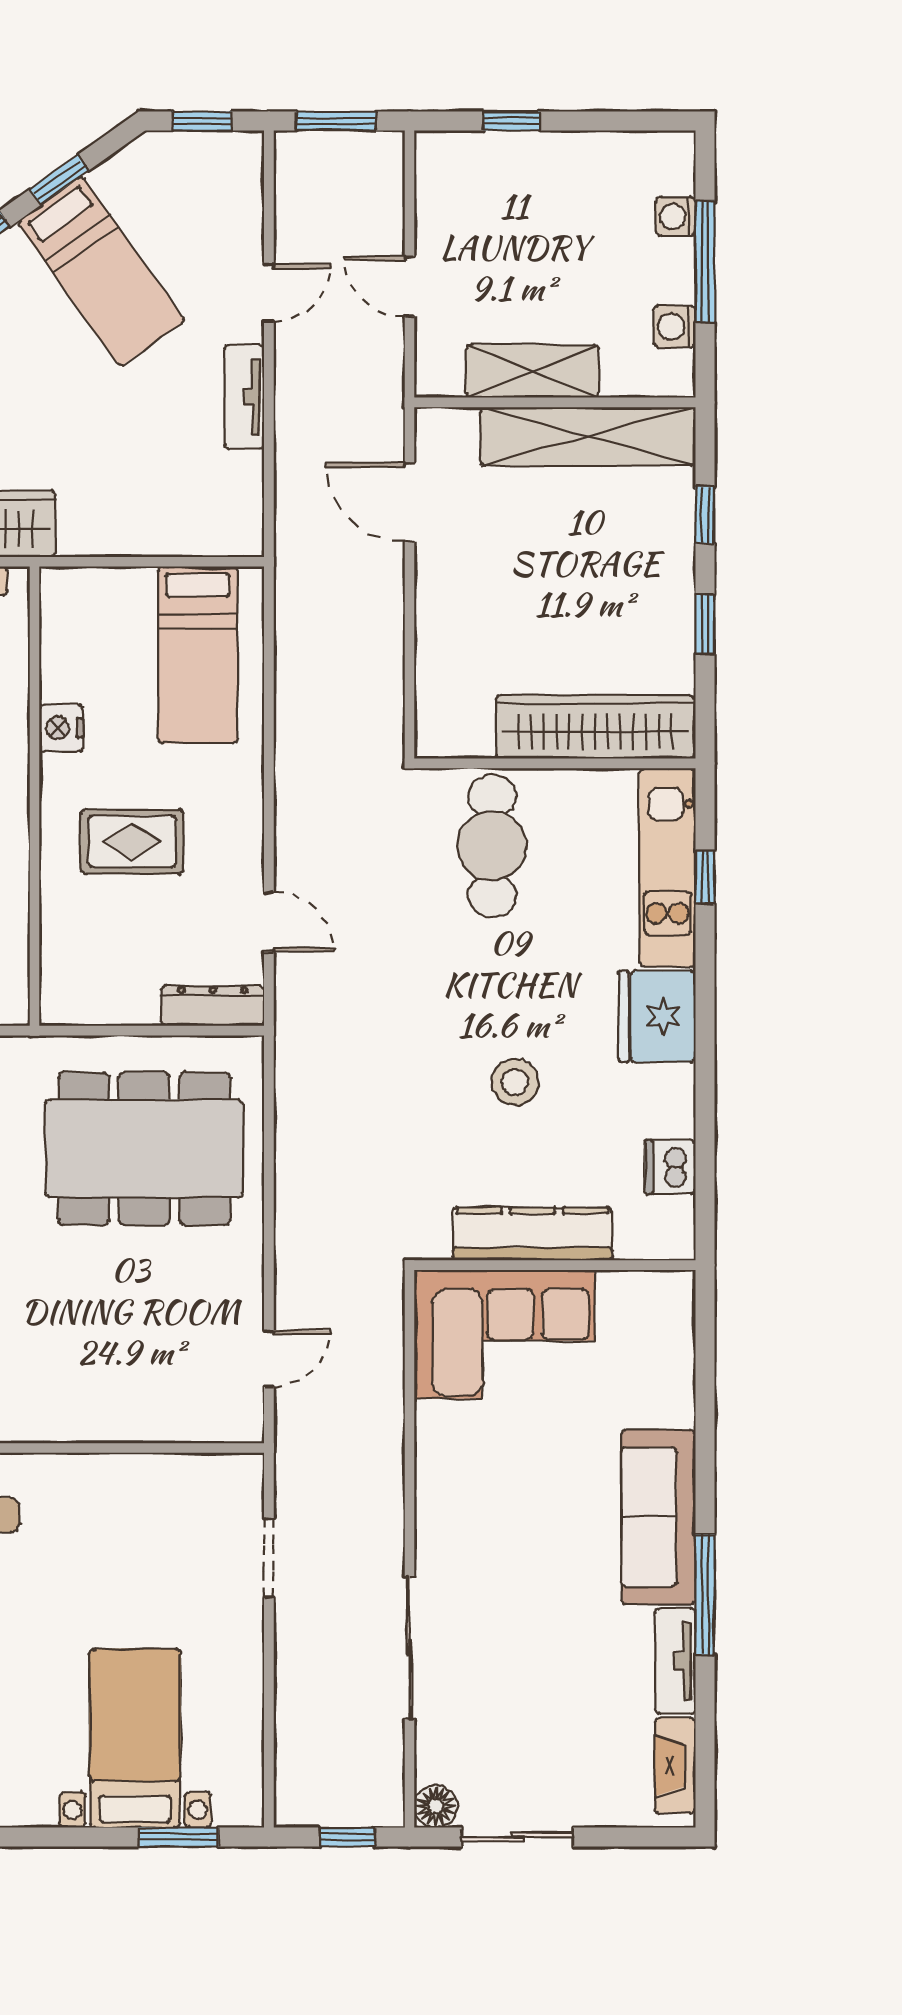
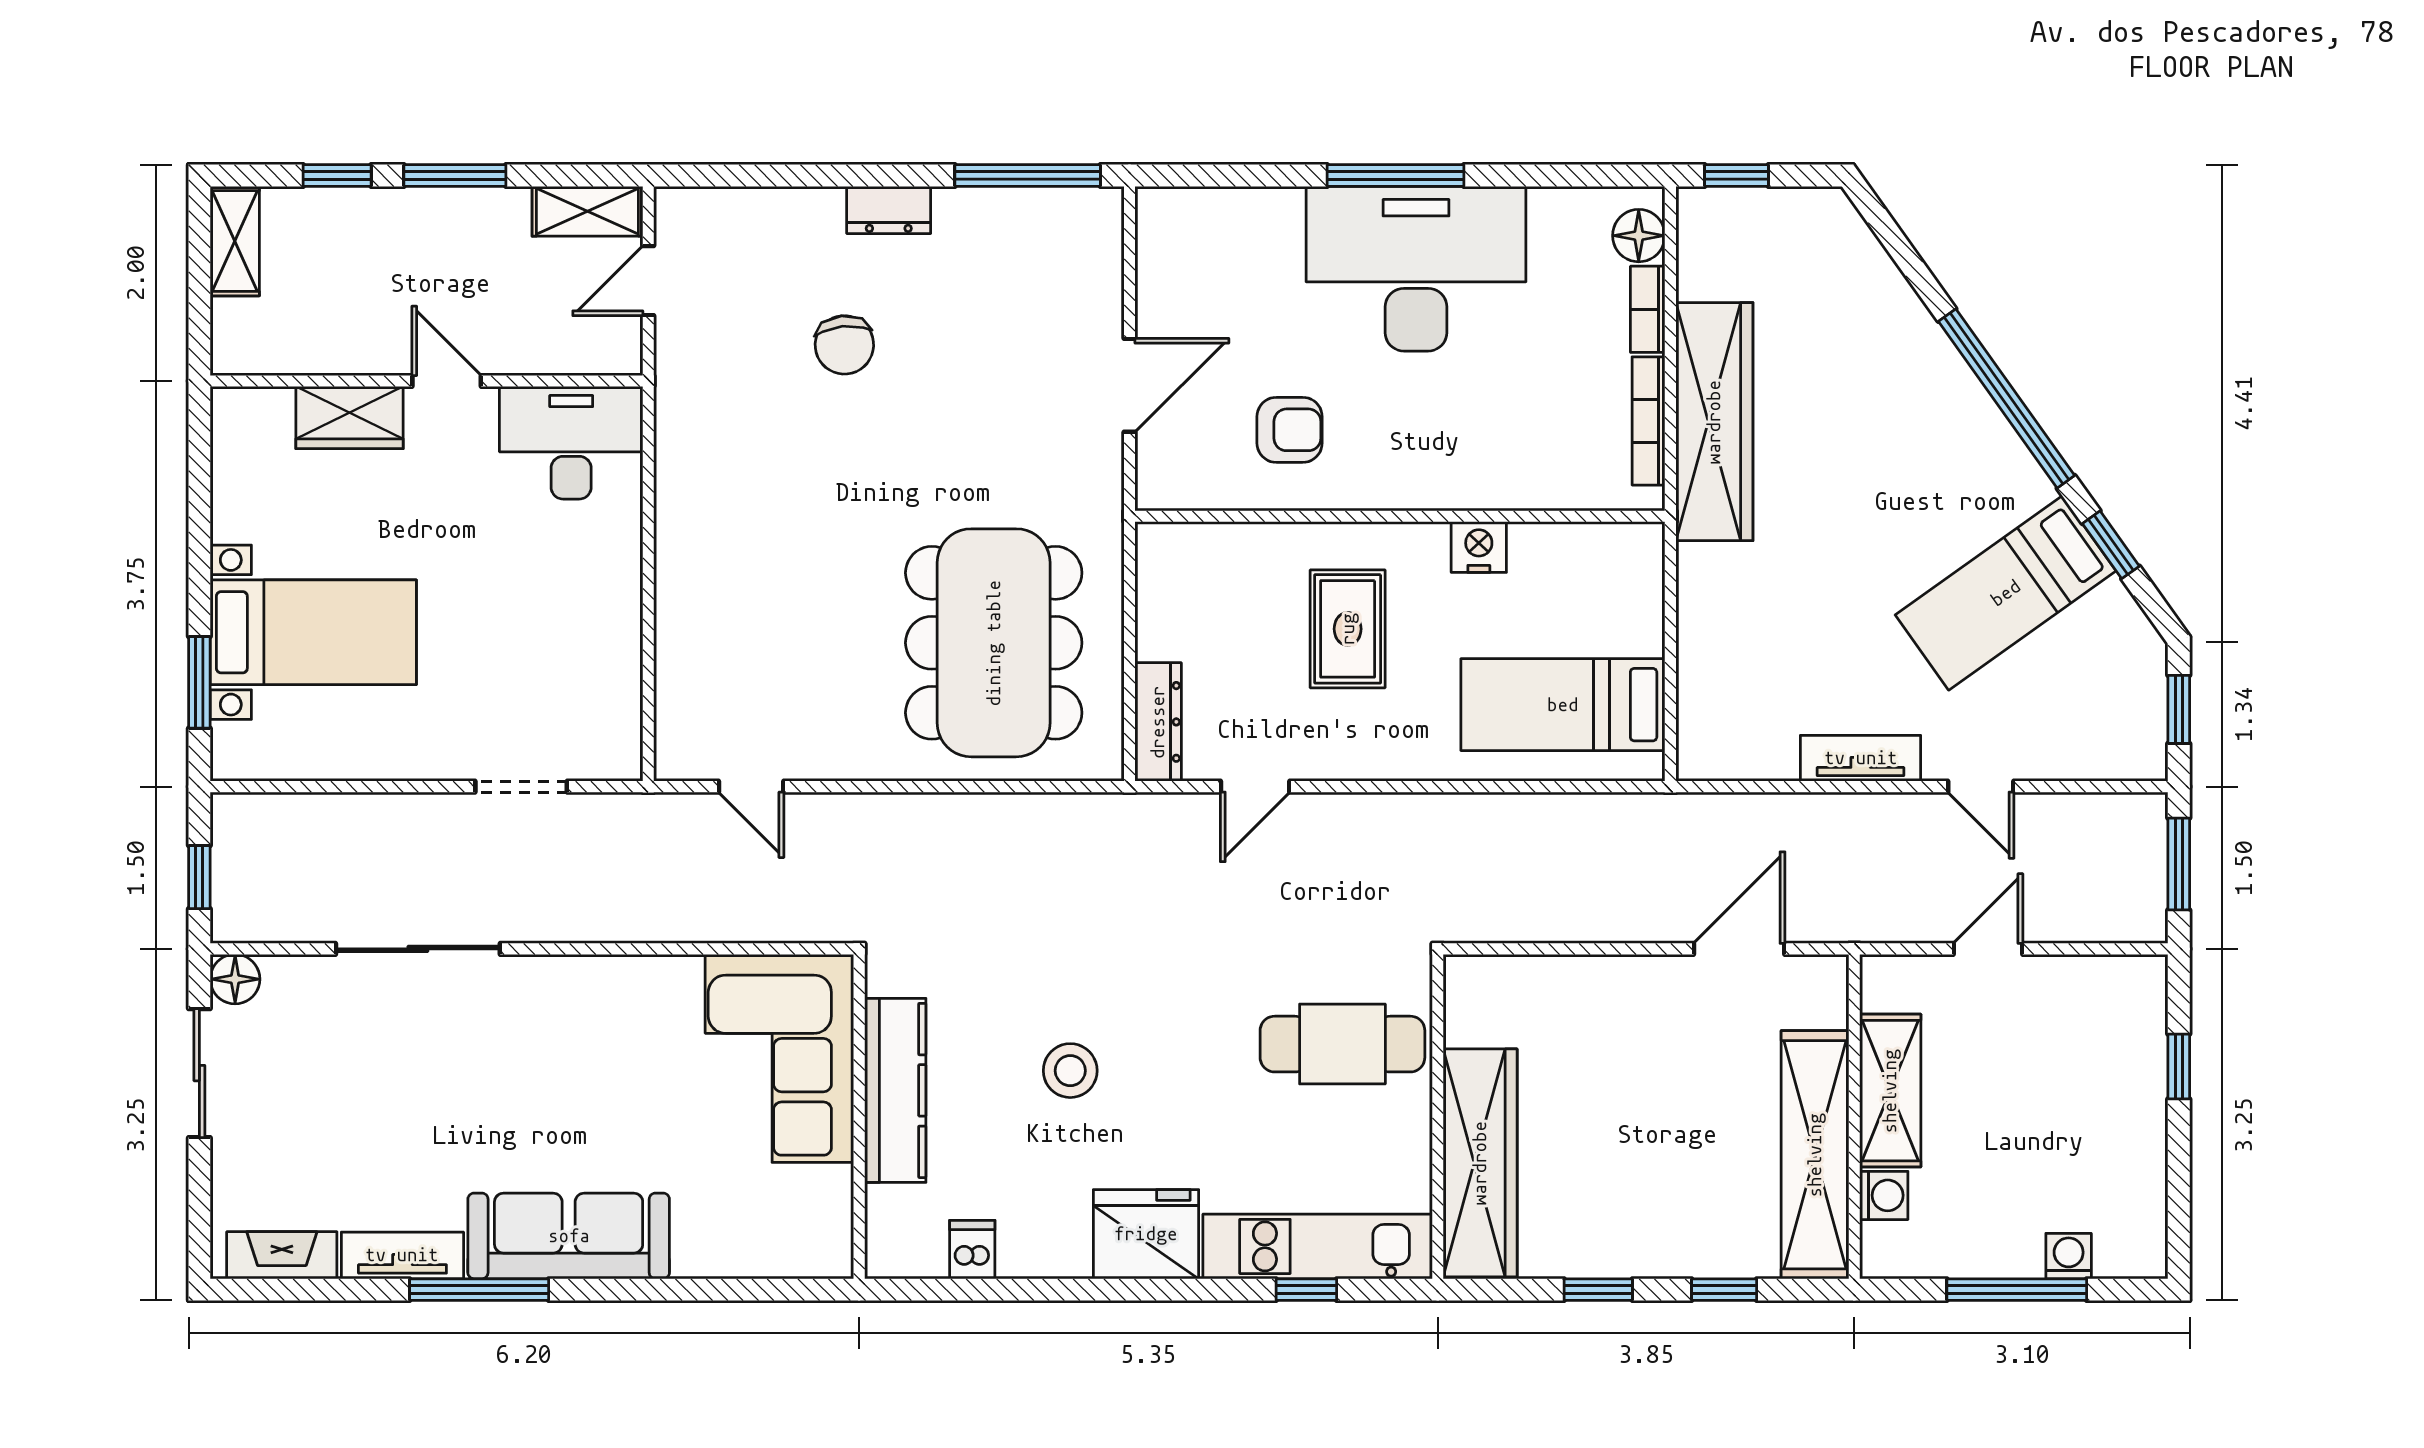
washing machine: (675, 327) -> (1884, 1195), moved, turned 90
dishwasher: (670, 1167) -> (972, 1250), width x0.73

